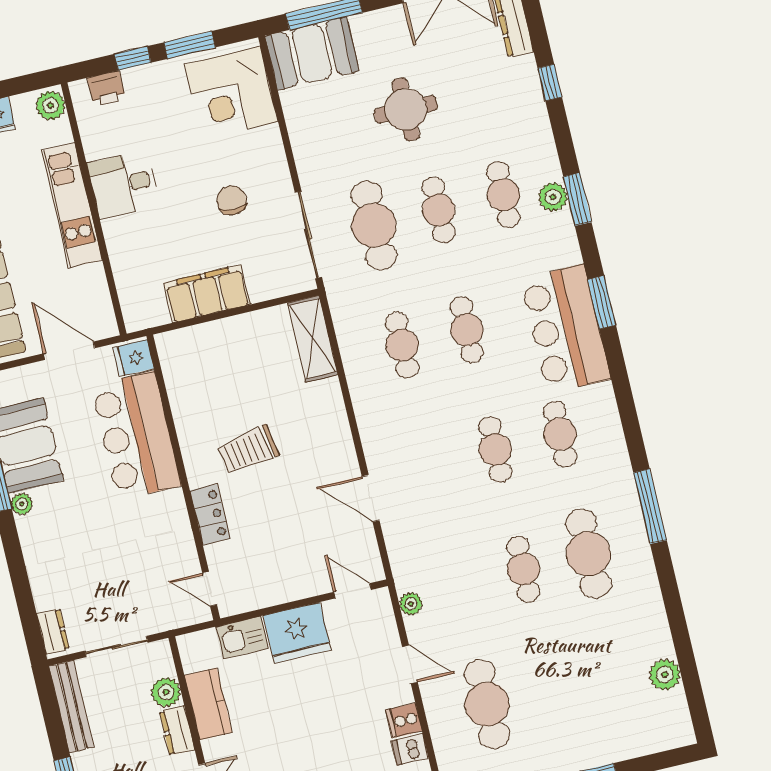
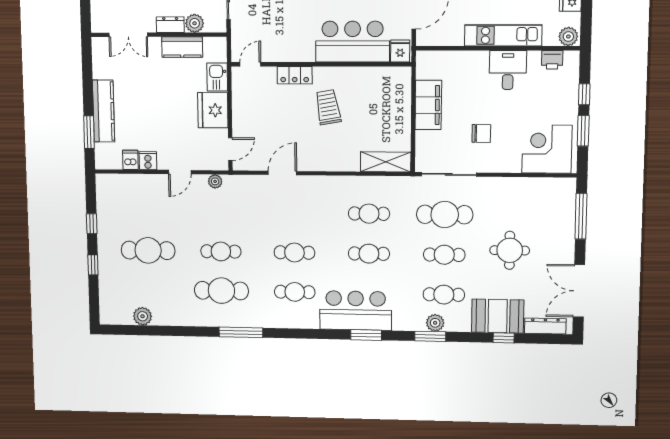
booth: (312, 54) -> (498, 316), moved, turned 90
printer: (106, 89) -> (552, 60), moved, turned -90
cafe table: (487, 704) -> (148, 250), moved

